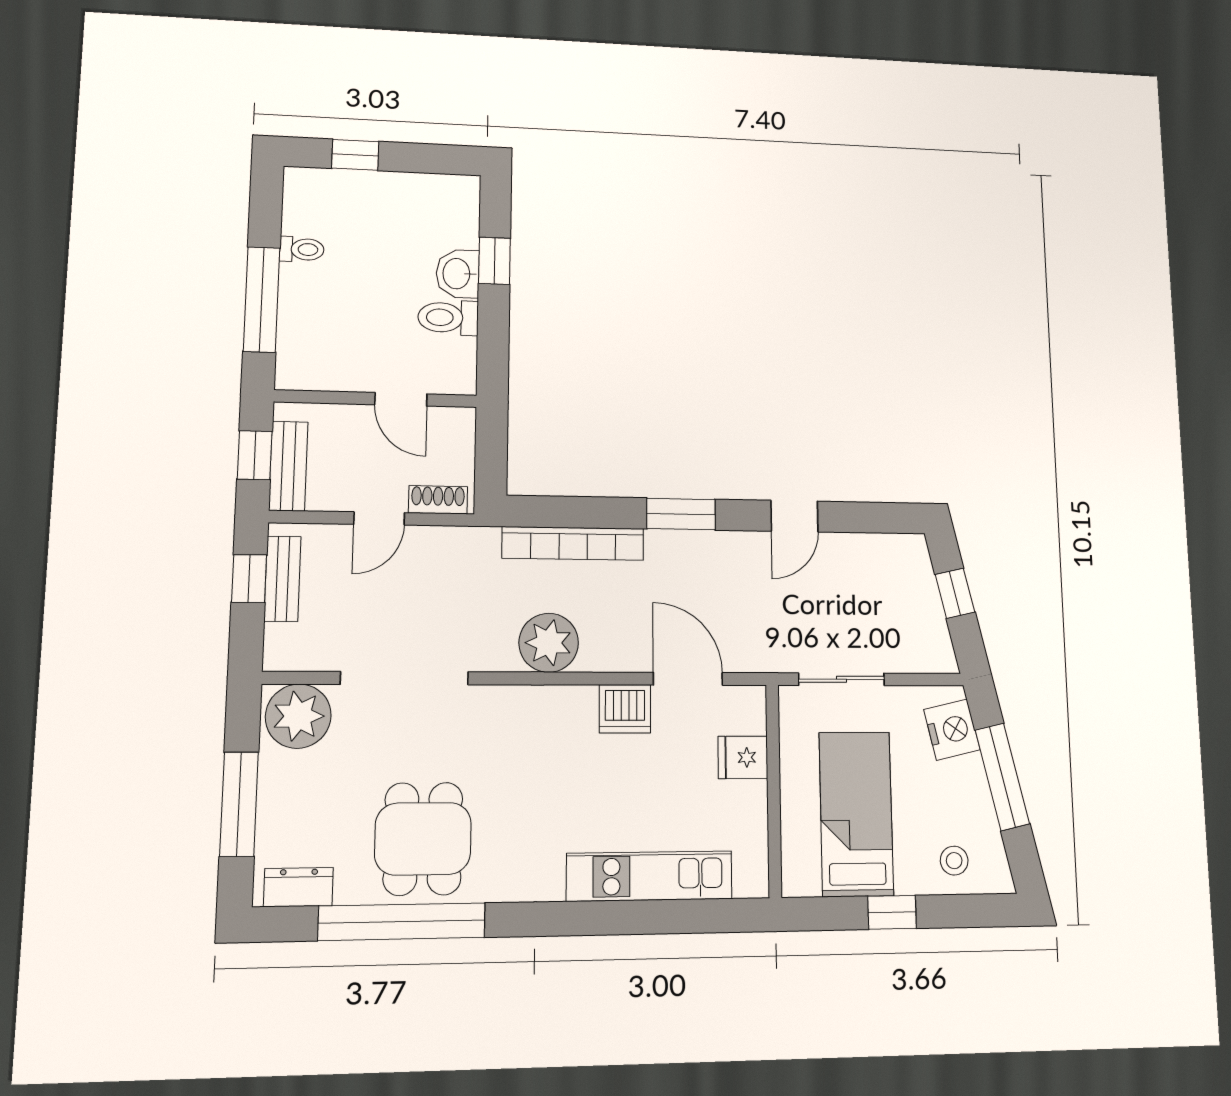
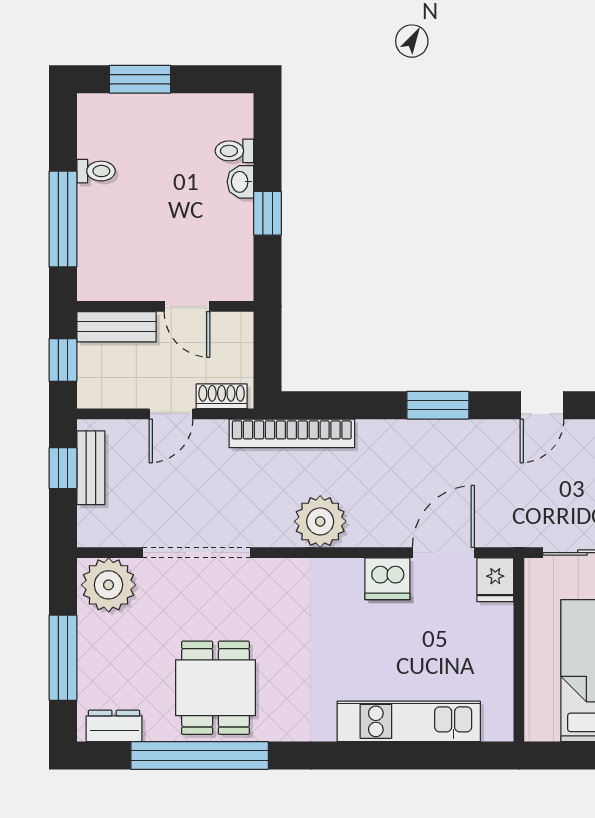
window: (355, 155) -> (140, 79), width x1.50
window: (494, 261) -> (267, 213), moved
washbasin: (458, 274) -> (240, 182), width x0.72, depth x0.69
toilet: (448, 318) -> (234, 151), moved, width x0.73, depth x0.72
bench: (288, 466) -> (116, 327), moved, turned 90
bookcase: (573, 543) -> (292, 433), moved
door: (688, 679) -> (443, 553), hinge flipped
fridge: (743, 757) -> (495, 580), moved, turned -90

